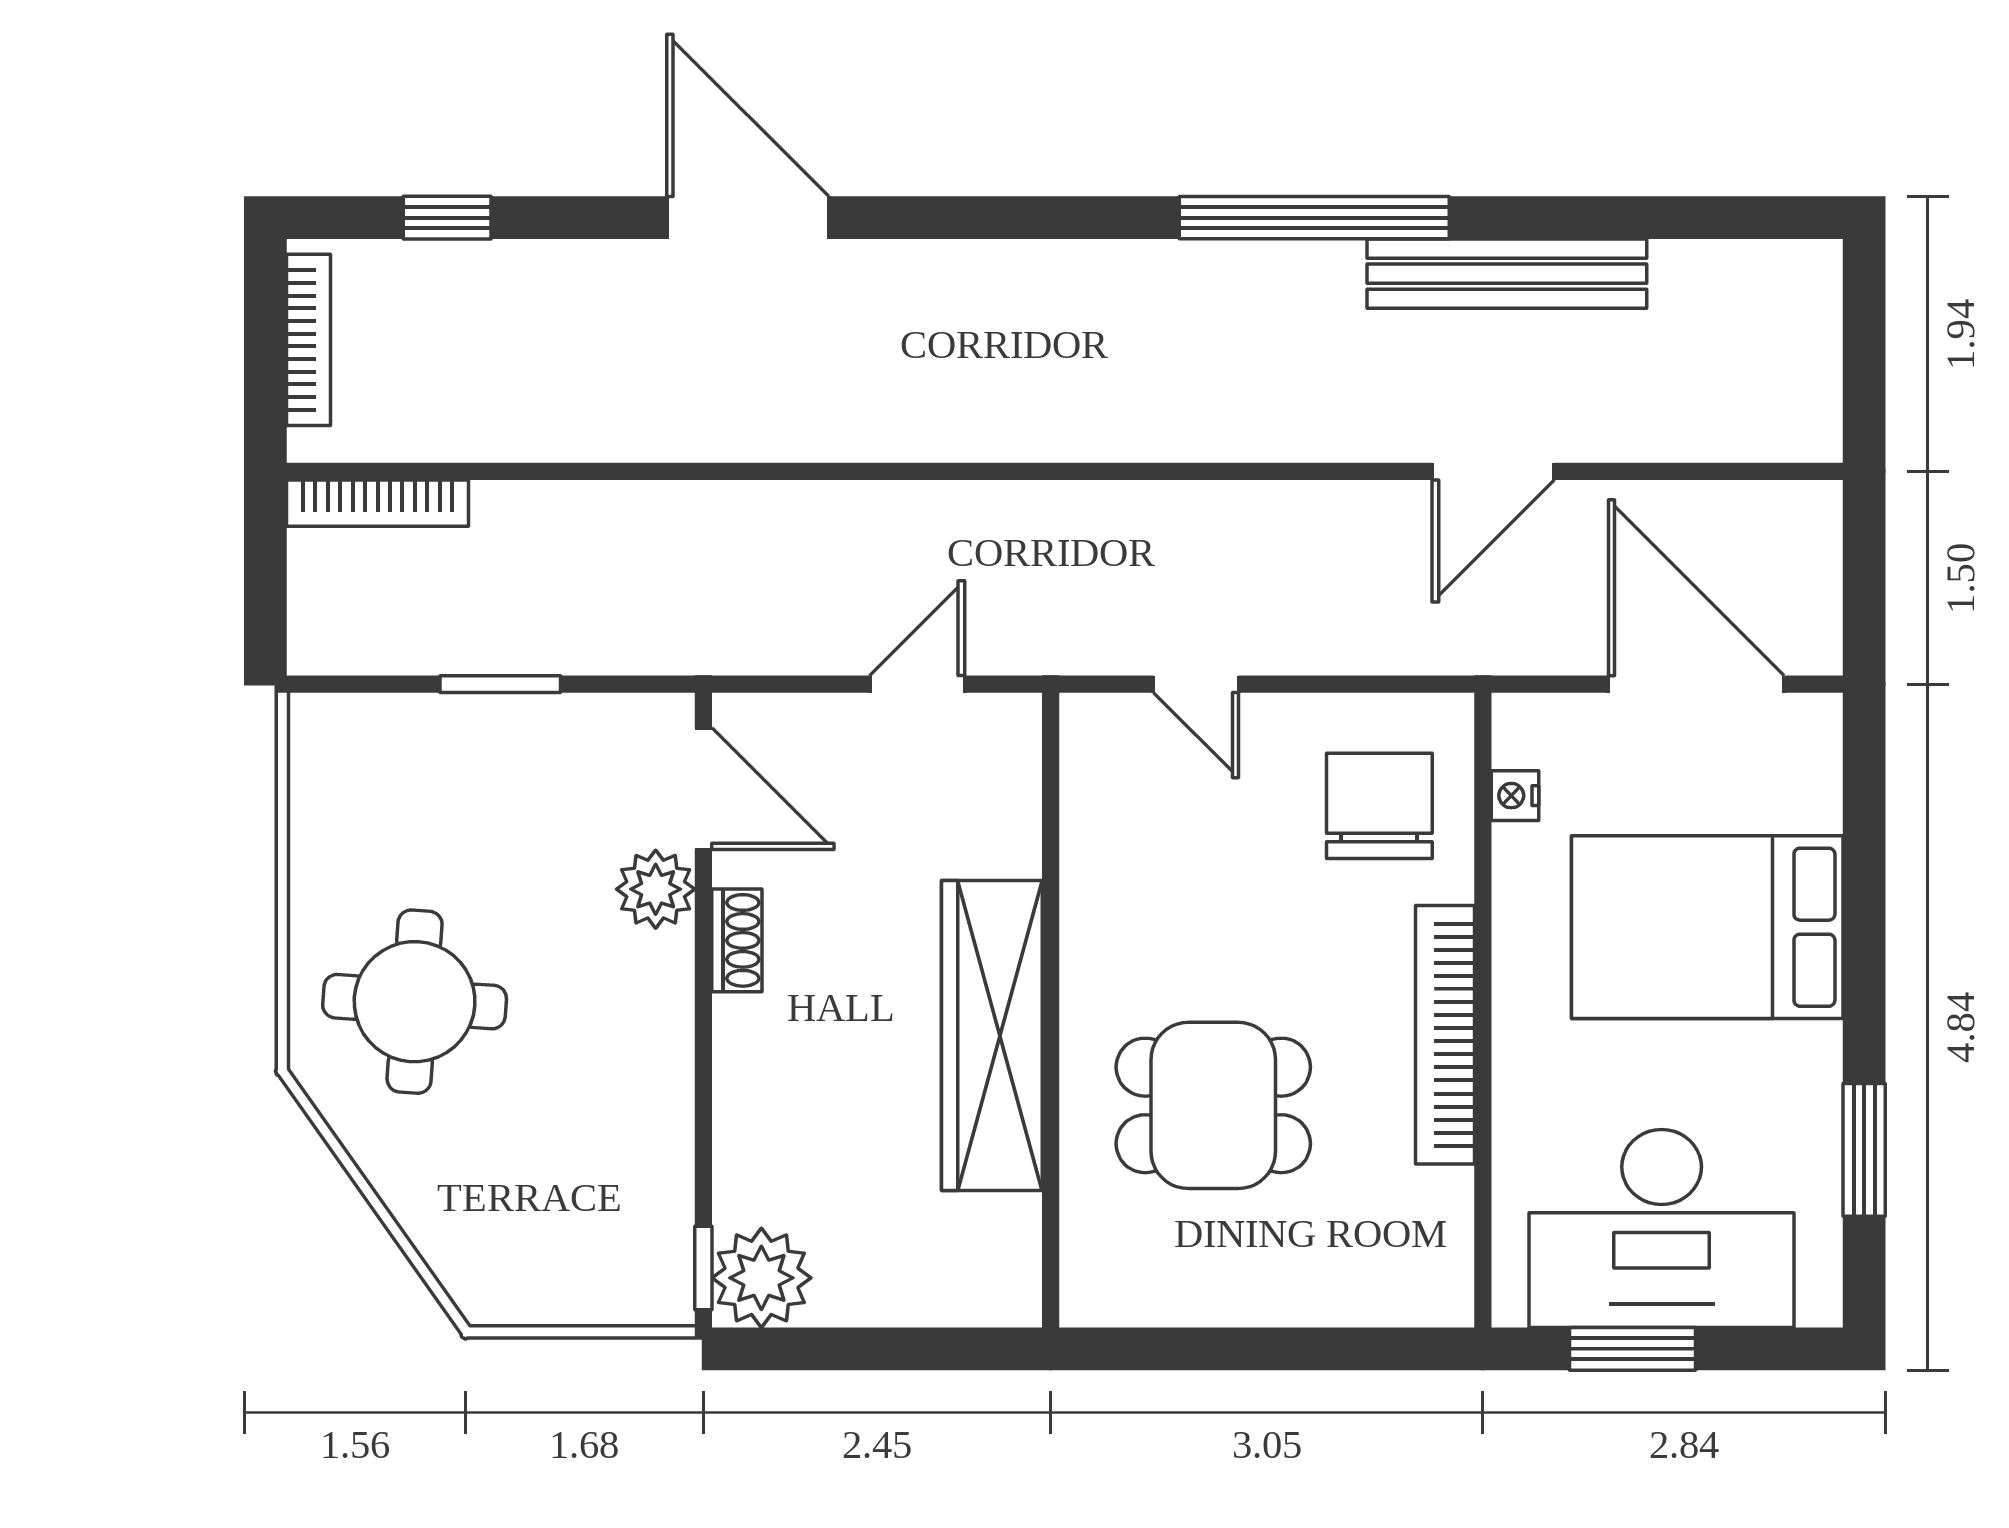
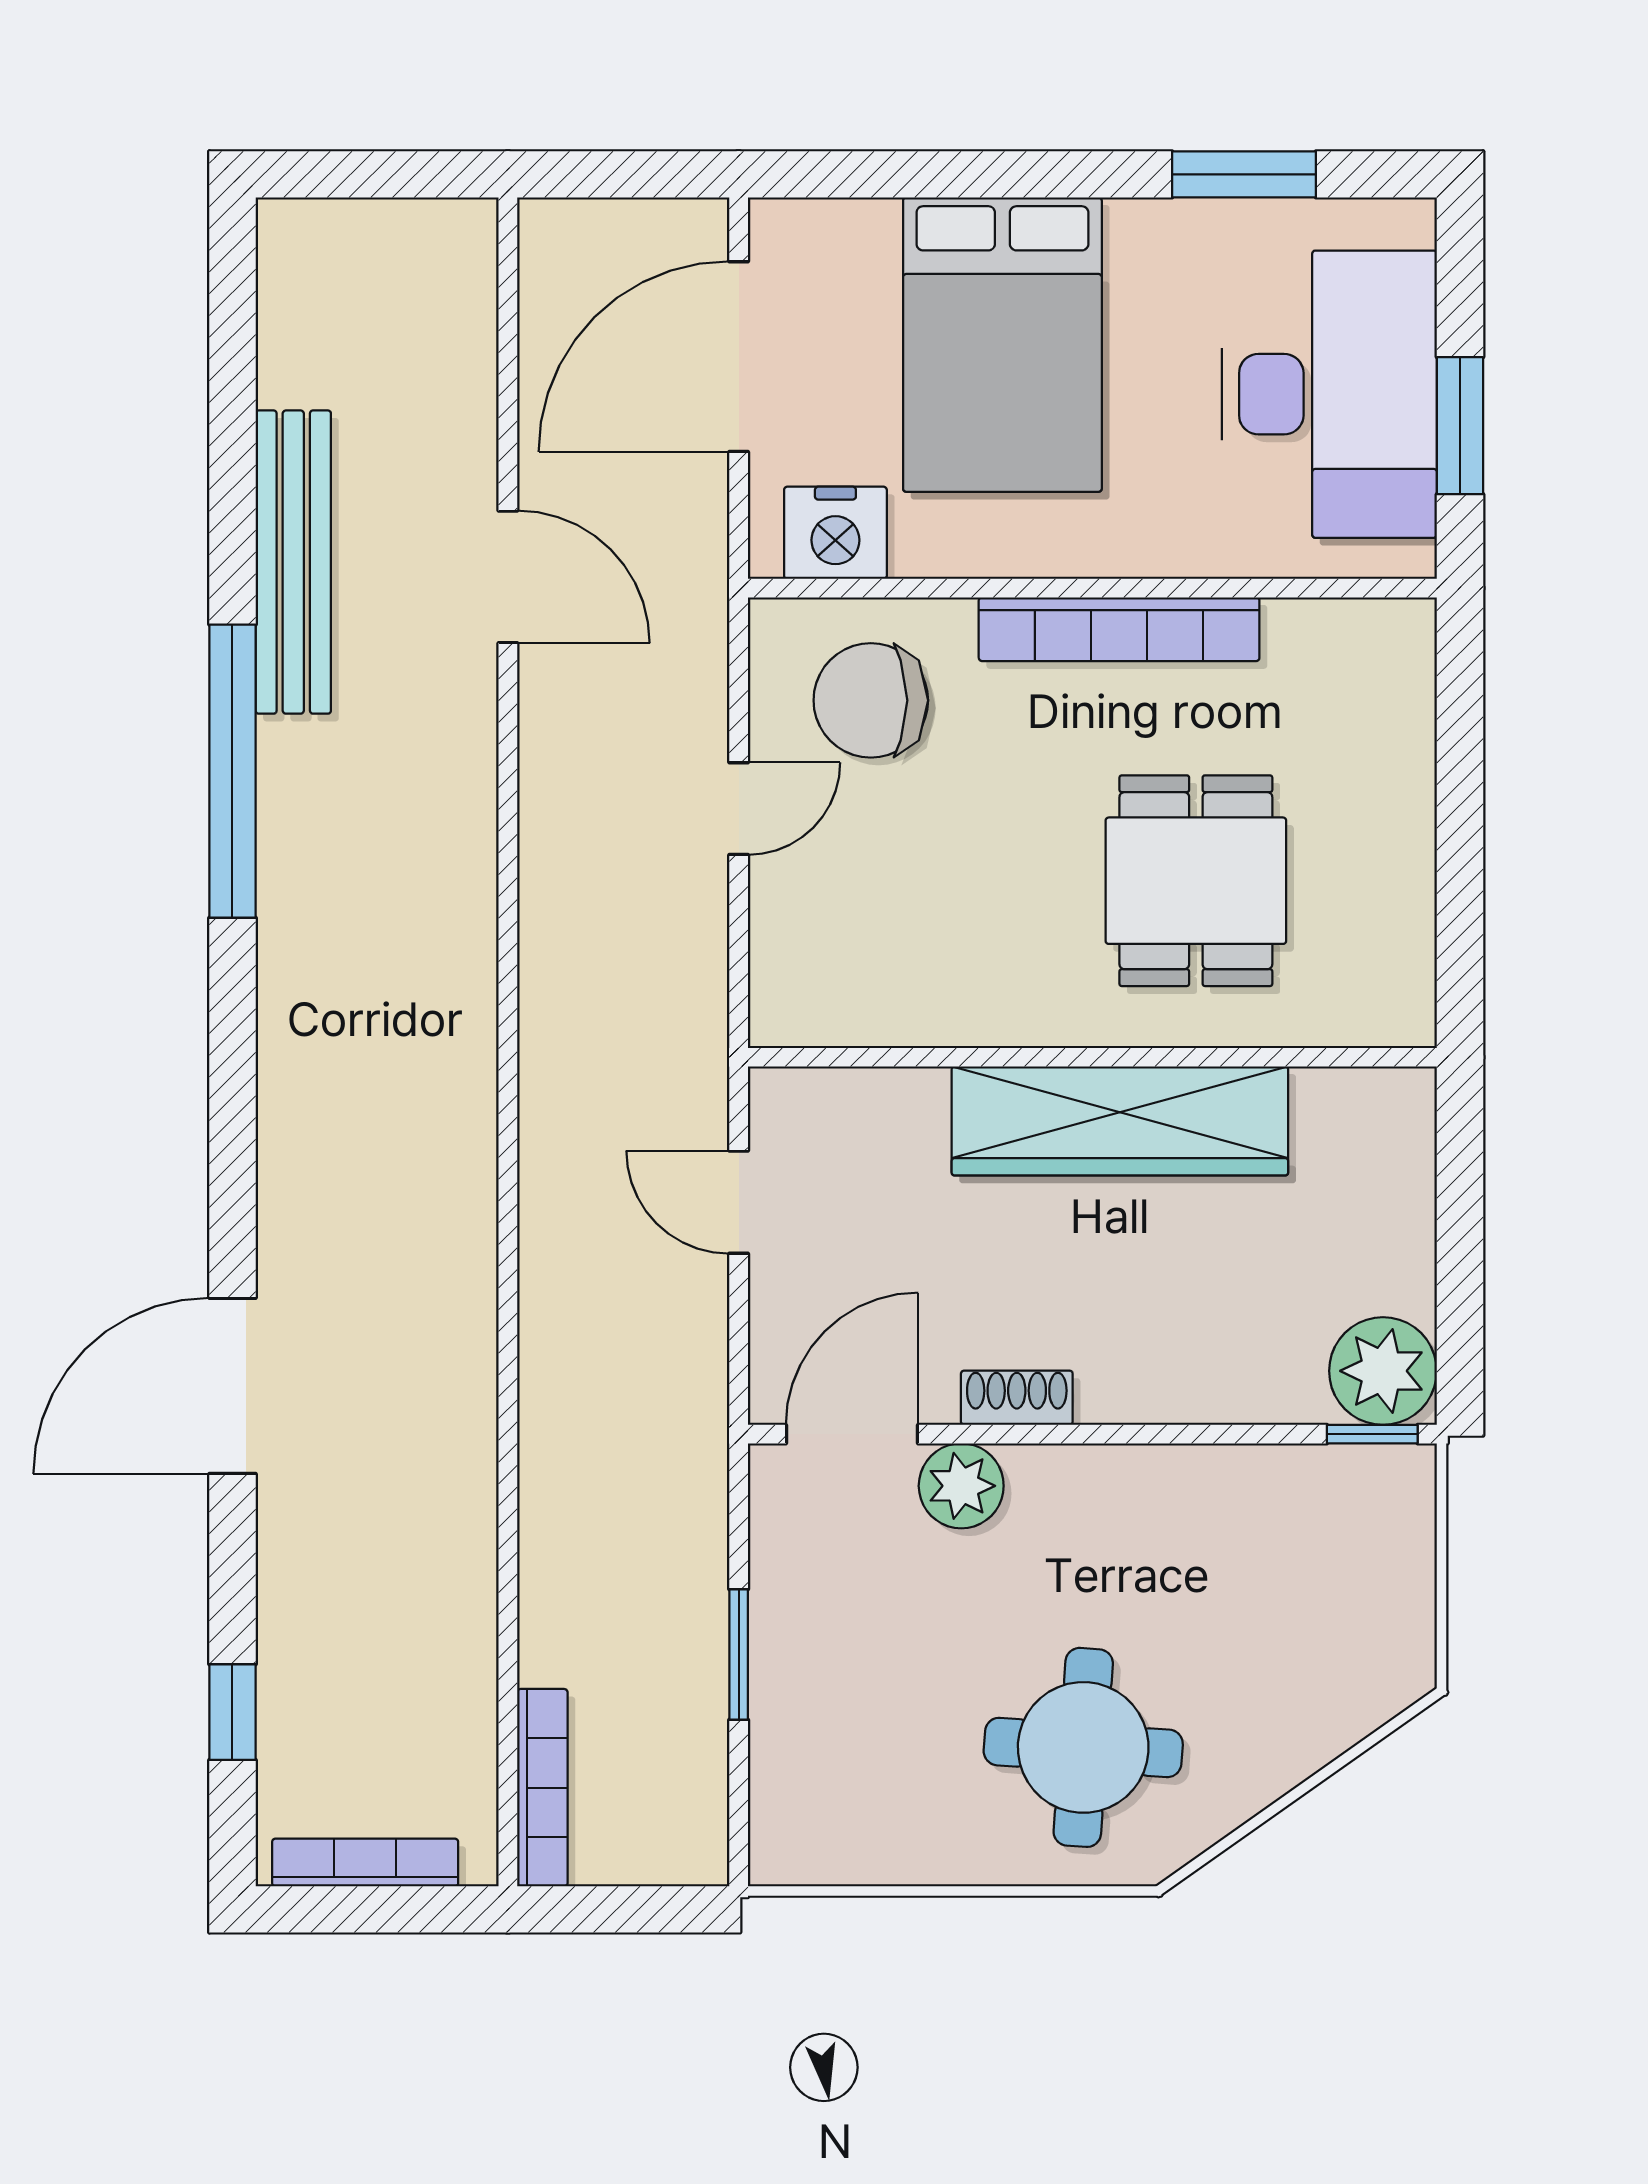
door: (1196, 684) -> (739, 809), moved
nightstand: (1515, 796) -> (835, 533), width x1.89, depth x1.79

